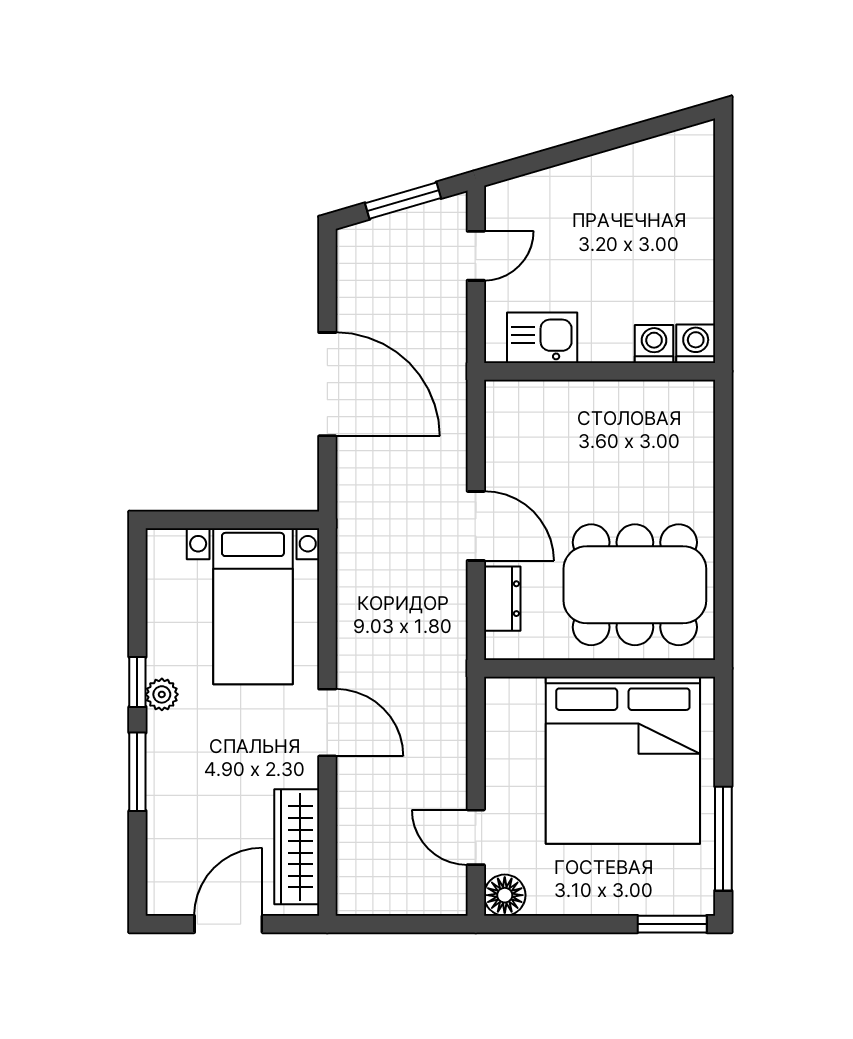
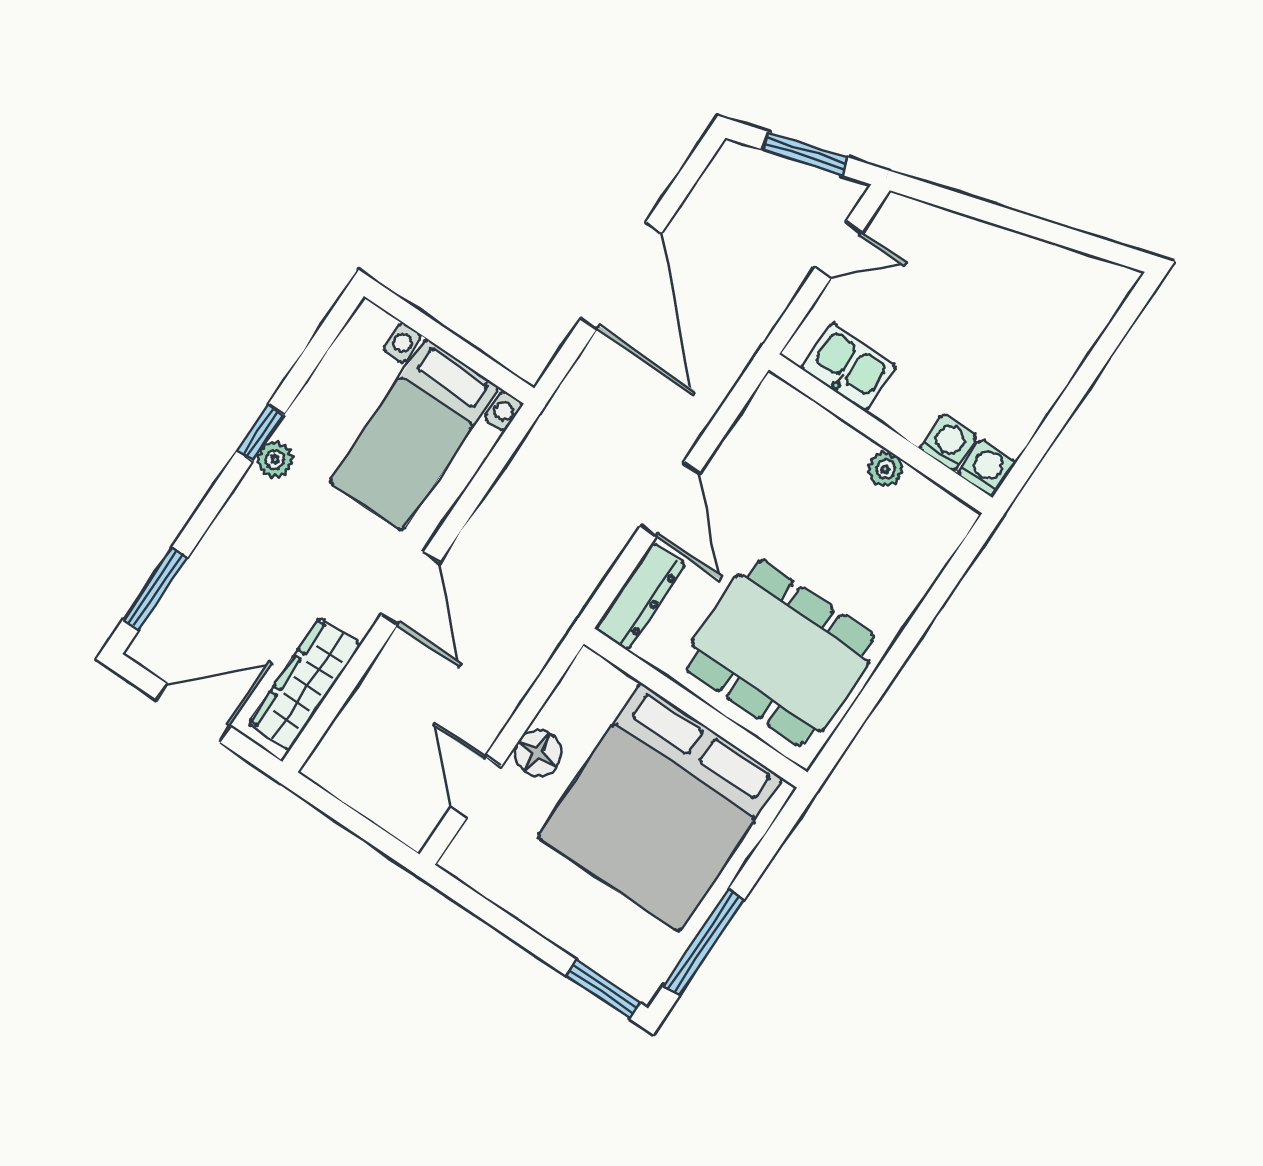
plant: (621, 395) -> (886, 469), added
dresser: (502, 599) -> (640, 596), width x1.44
window: (137, 772) -> (155, 588), moved
floor lamp: (505, 895) -> (538, 753), moved

